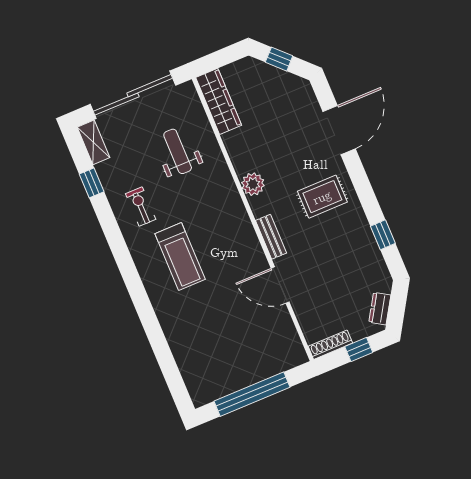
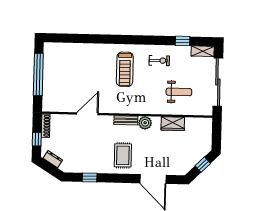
wardrobe: (219, 101) -> (173, 124), moved, width x0.67
bench: (271, 237) -> (126, 120), moved
treadmill: (180, 256) -> (125, 69), turned -90

